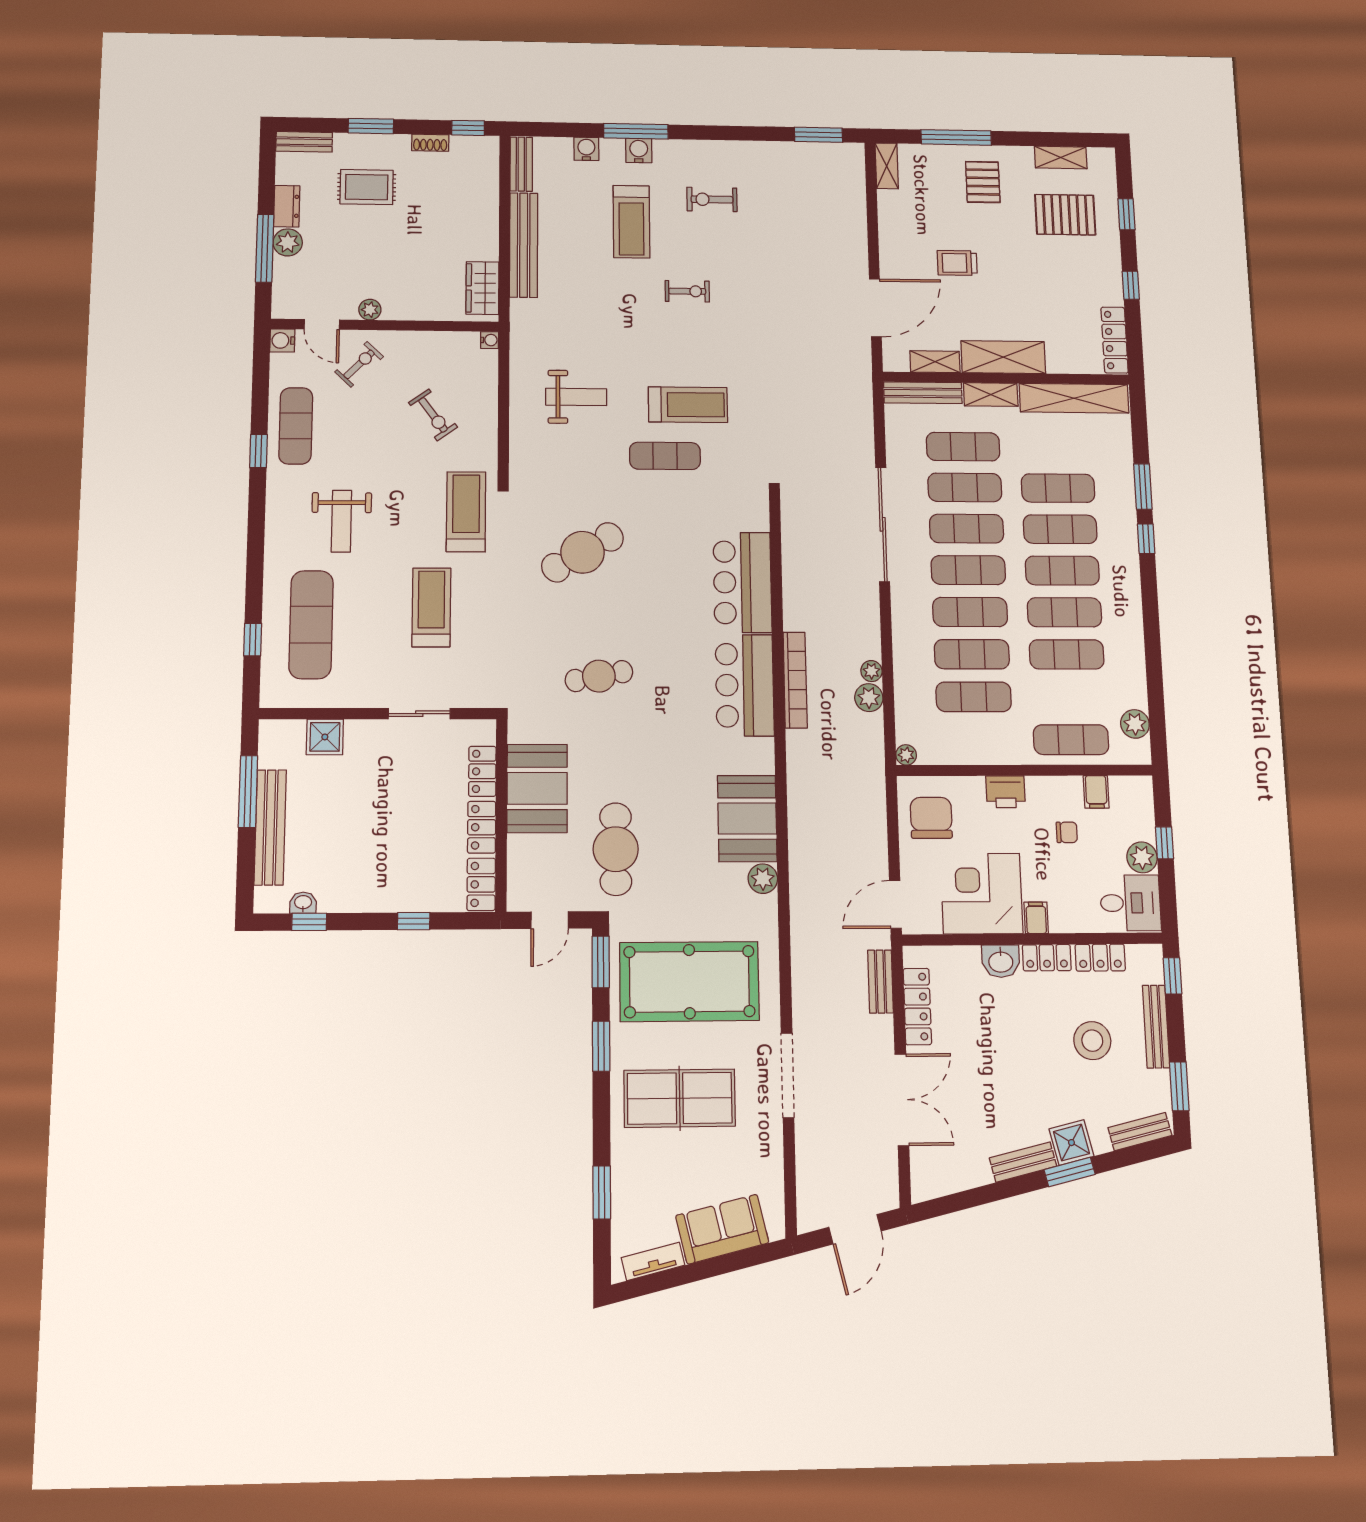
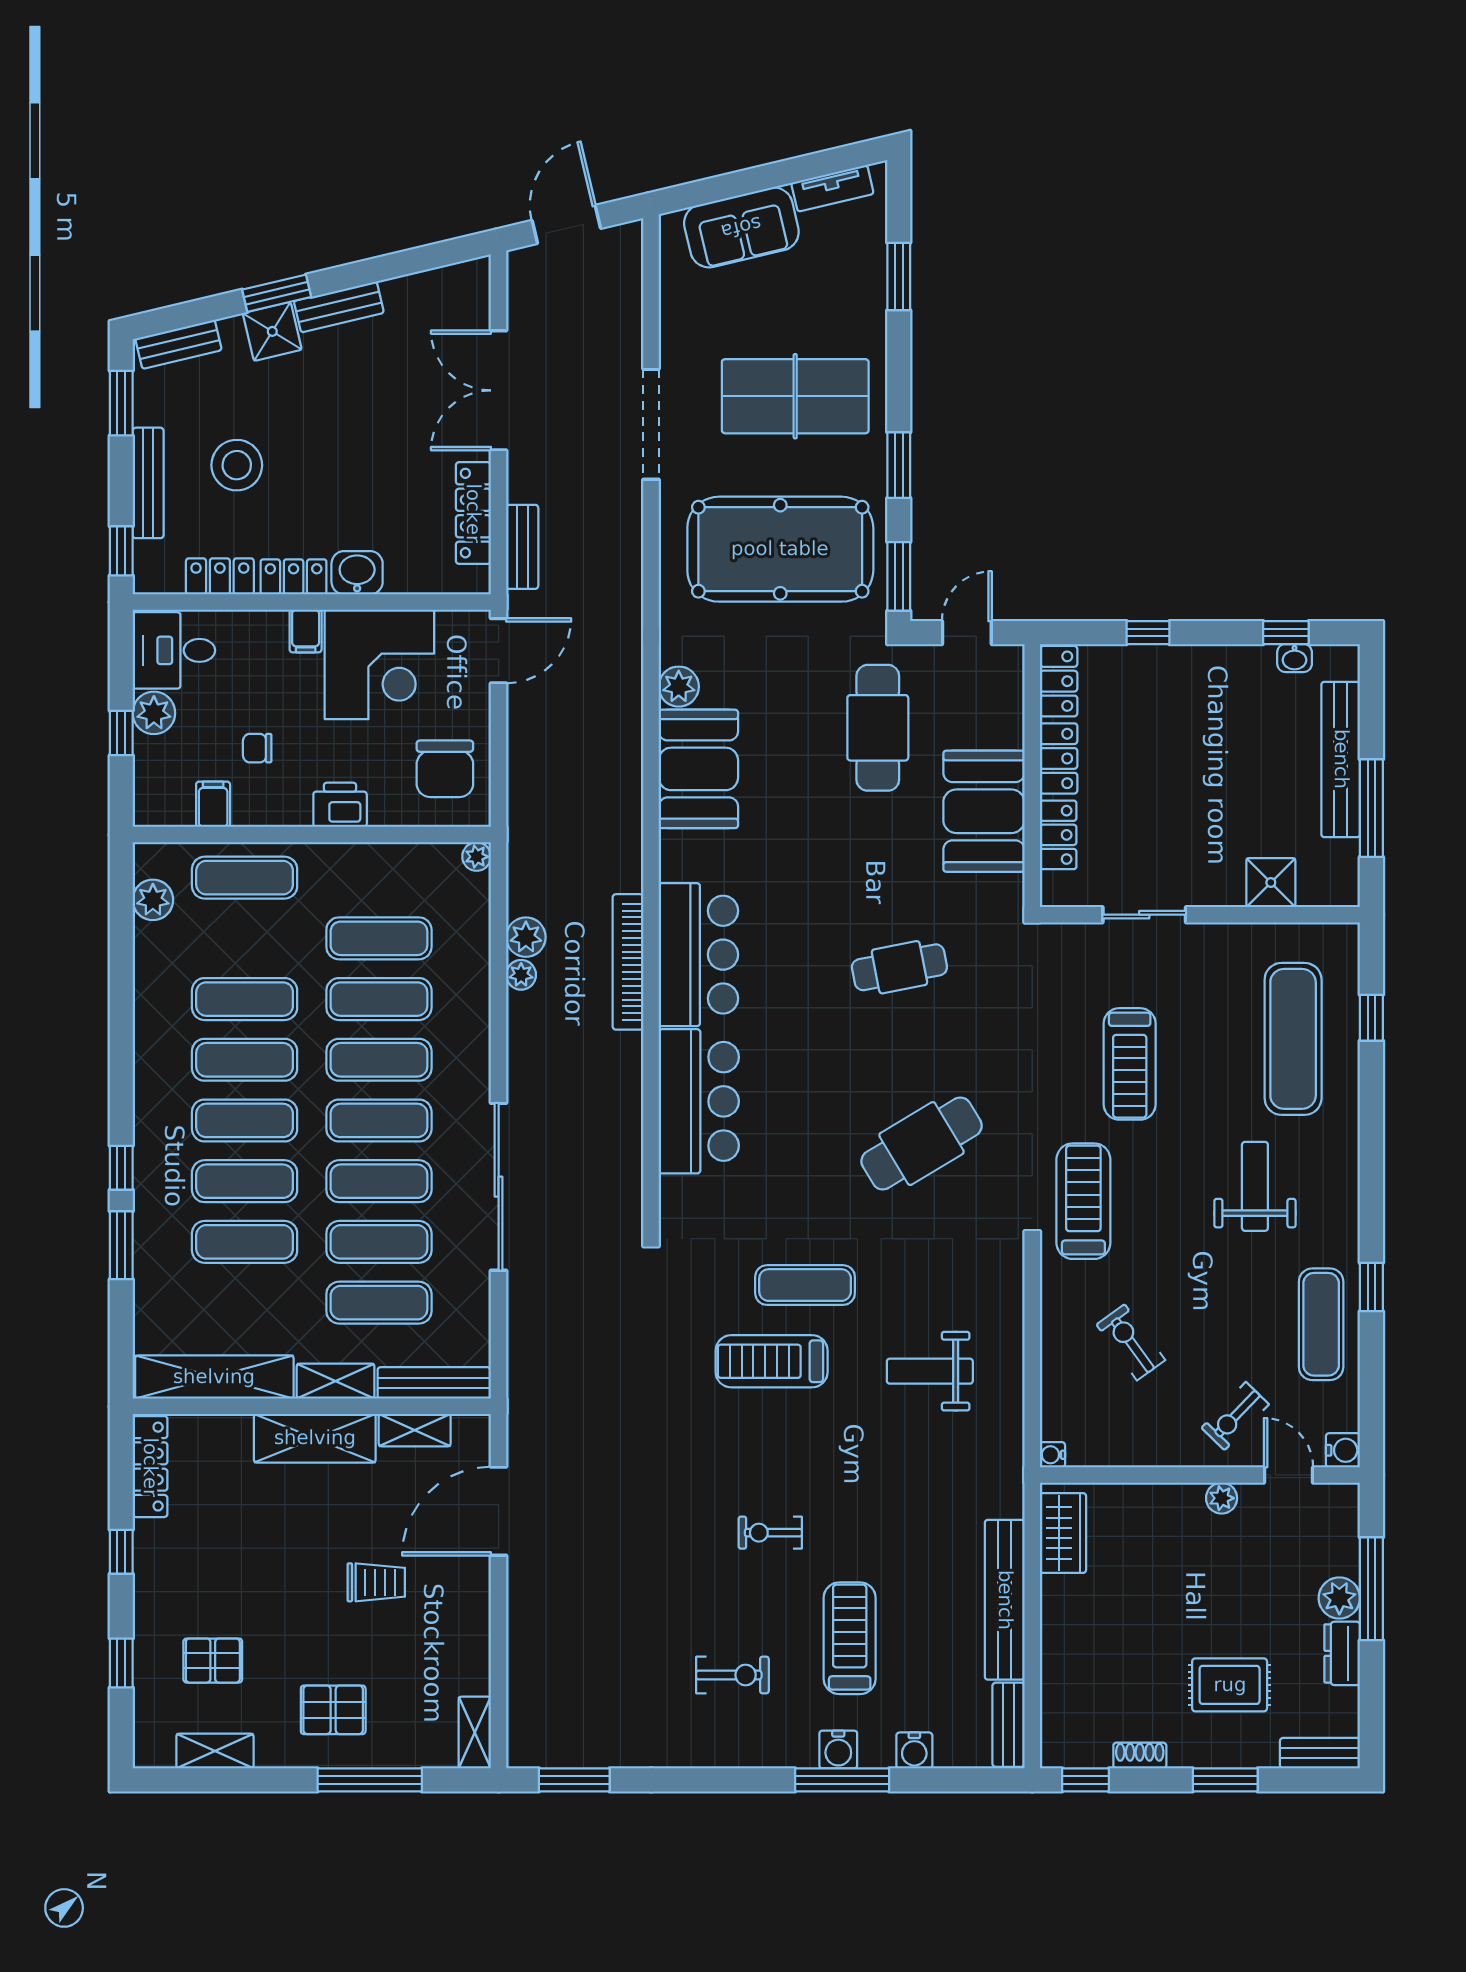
pallet: (983, 182) -> (333, 1710), turned 90
pallet: (1065, 215) -> (213, 1661), width x0.67, depth x0.71
treadmill: (466, 512) -> (1083, 1201), turned 180

